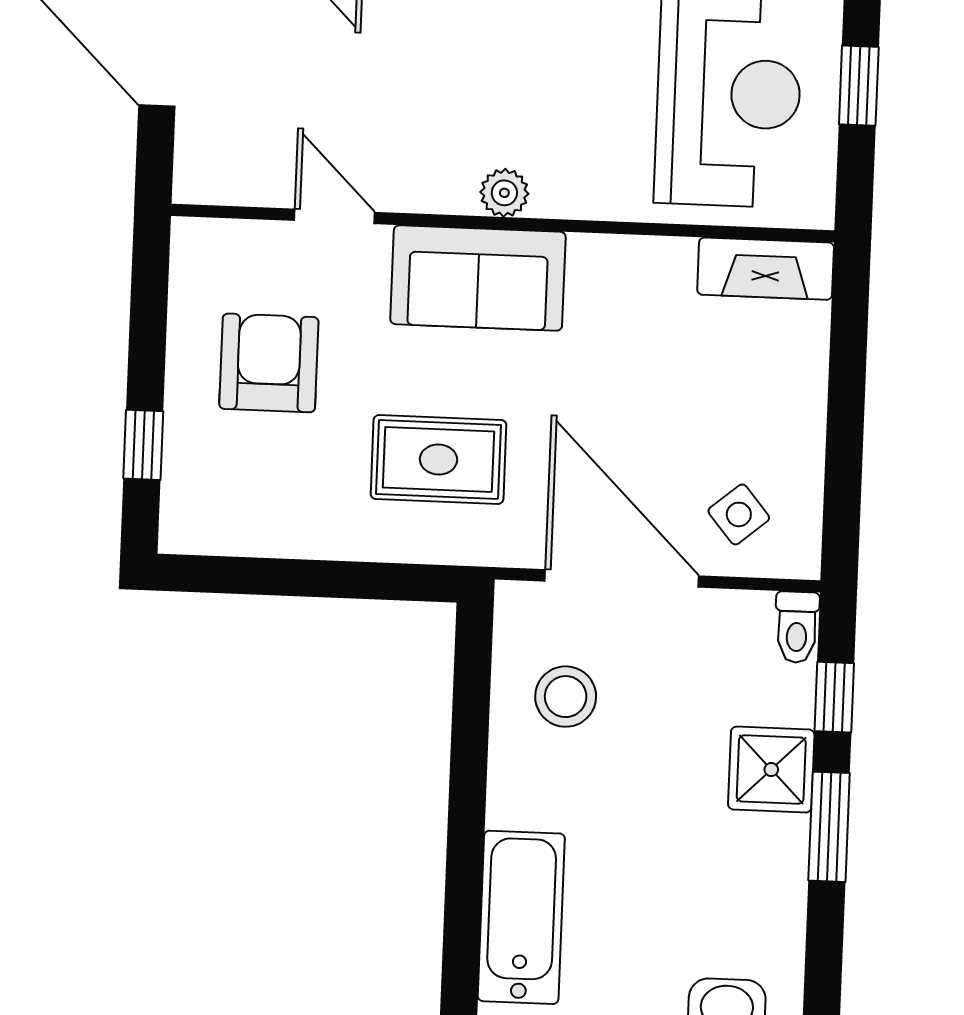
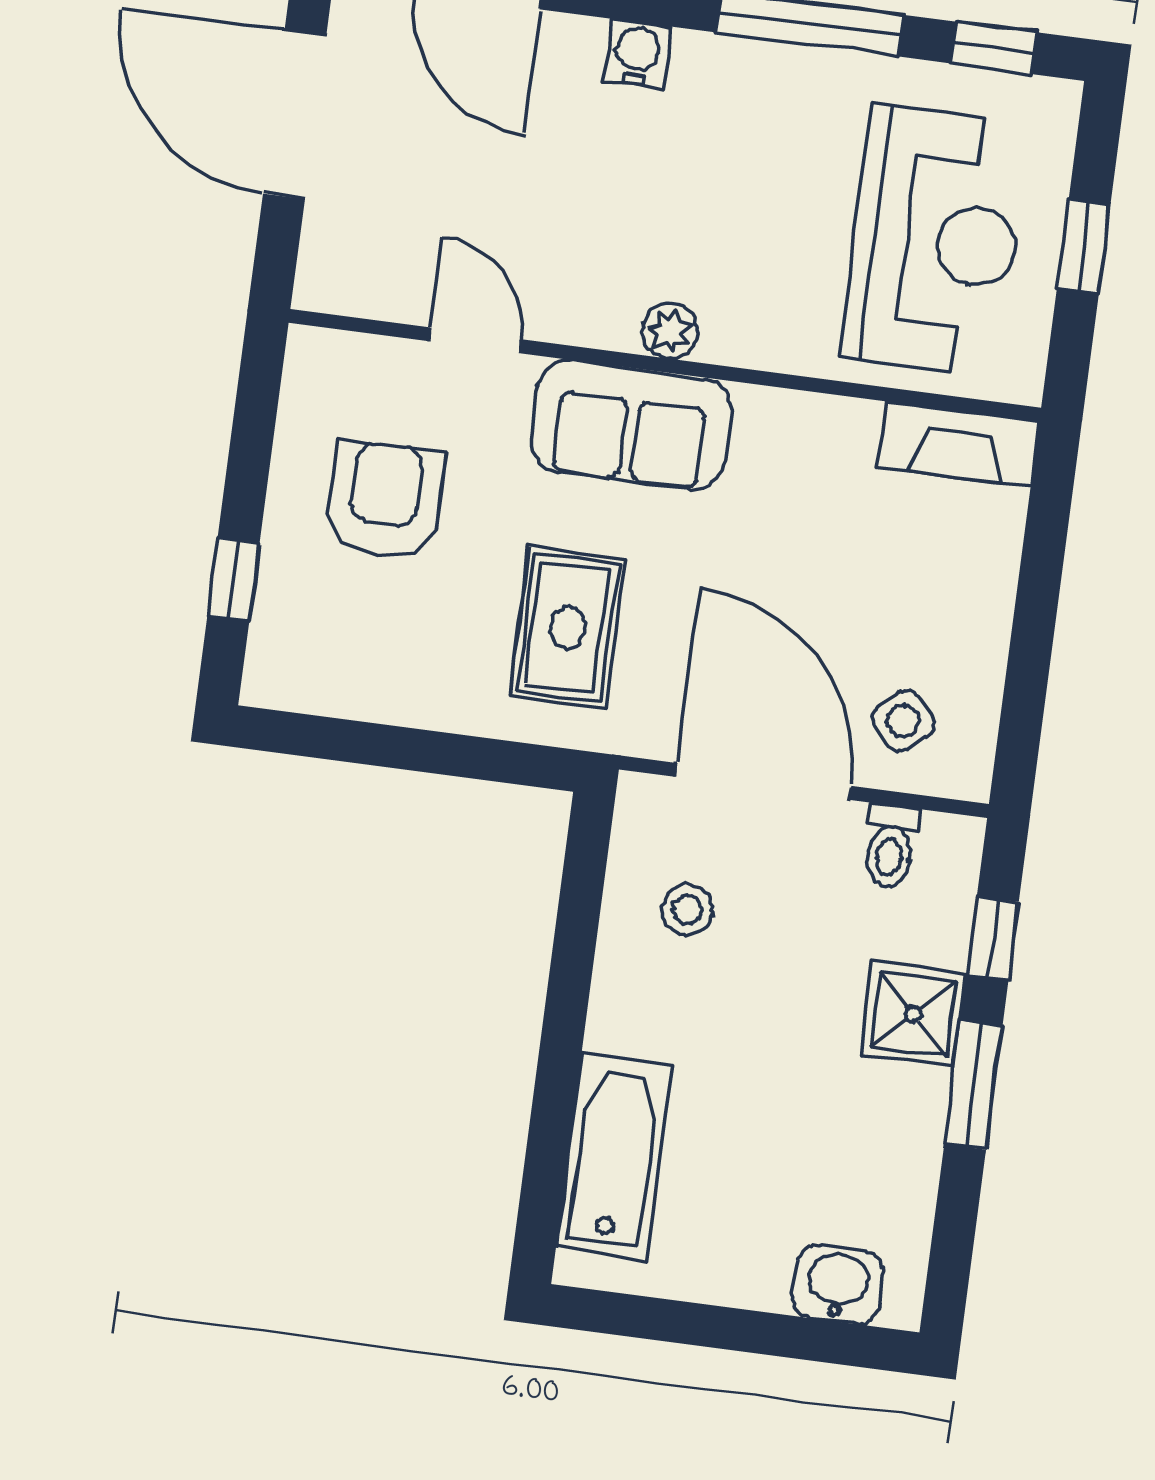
rug: (438, 460) -> (567, 627), turned 90
toilet: (797, 627) -> (890, 846), moved
stool: (566, 697) -> (687, 910), width x0.73, depth x0.73

